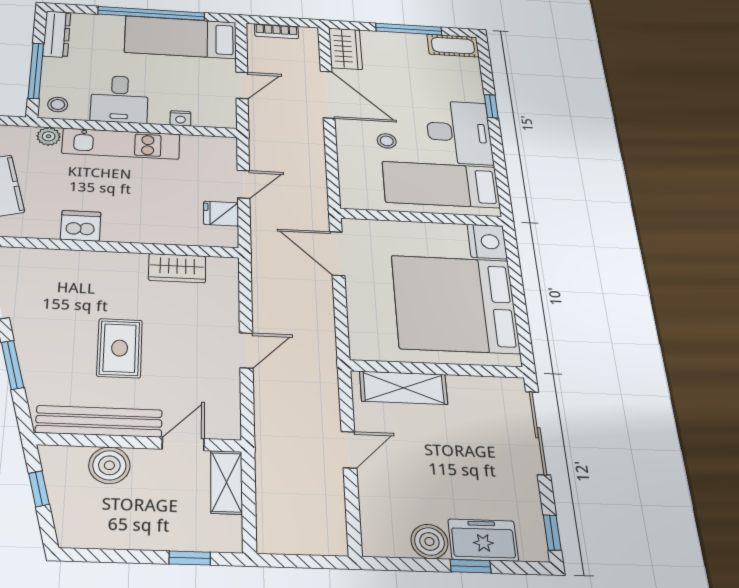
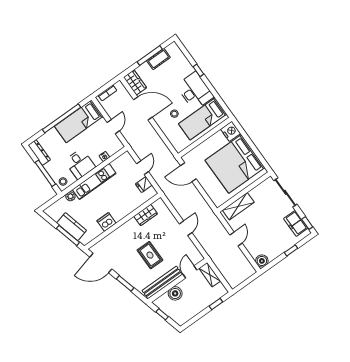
cot: (453, 46) -> (158, 59), moved
freezer: (483, 540) -> (296, 223), moved, turned -90
boiler: (429, 541) -> (262, 261), moved

